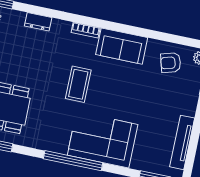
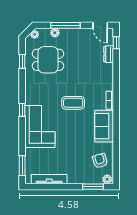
dresser: (38, 22) -> (109, 54), moved
window: (73, 161) -> (22, 110), width x0.32

